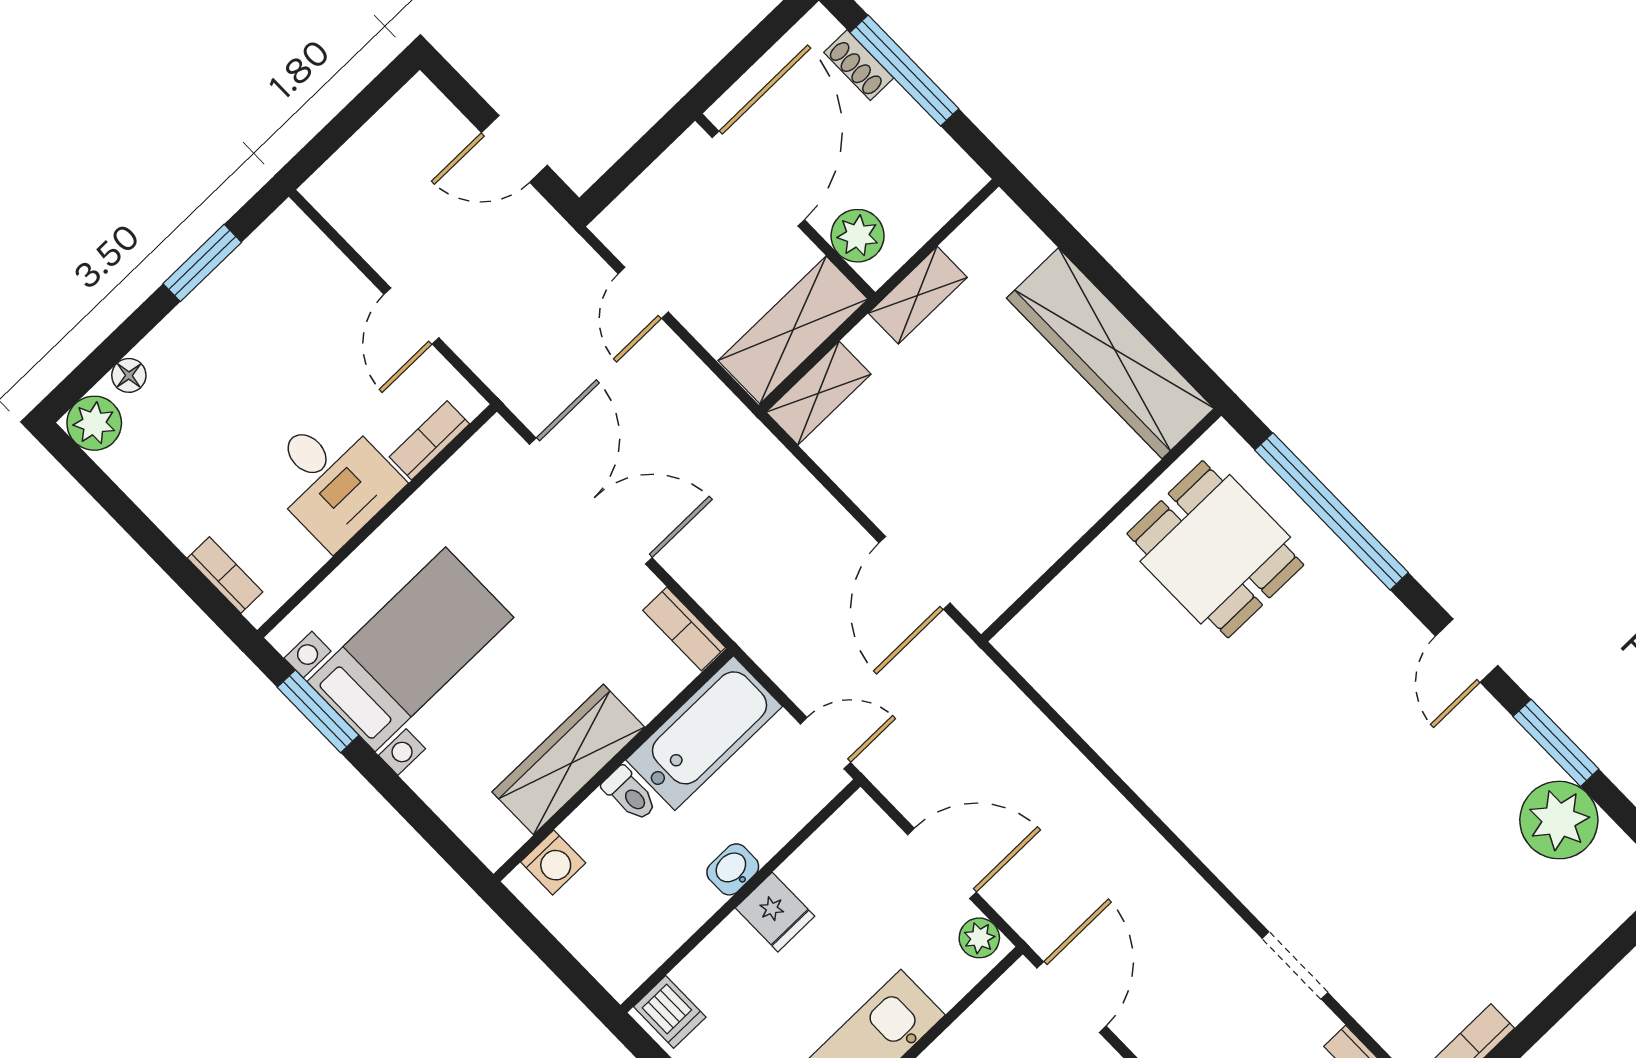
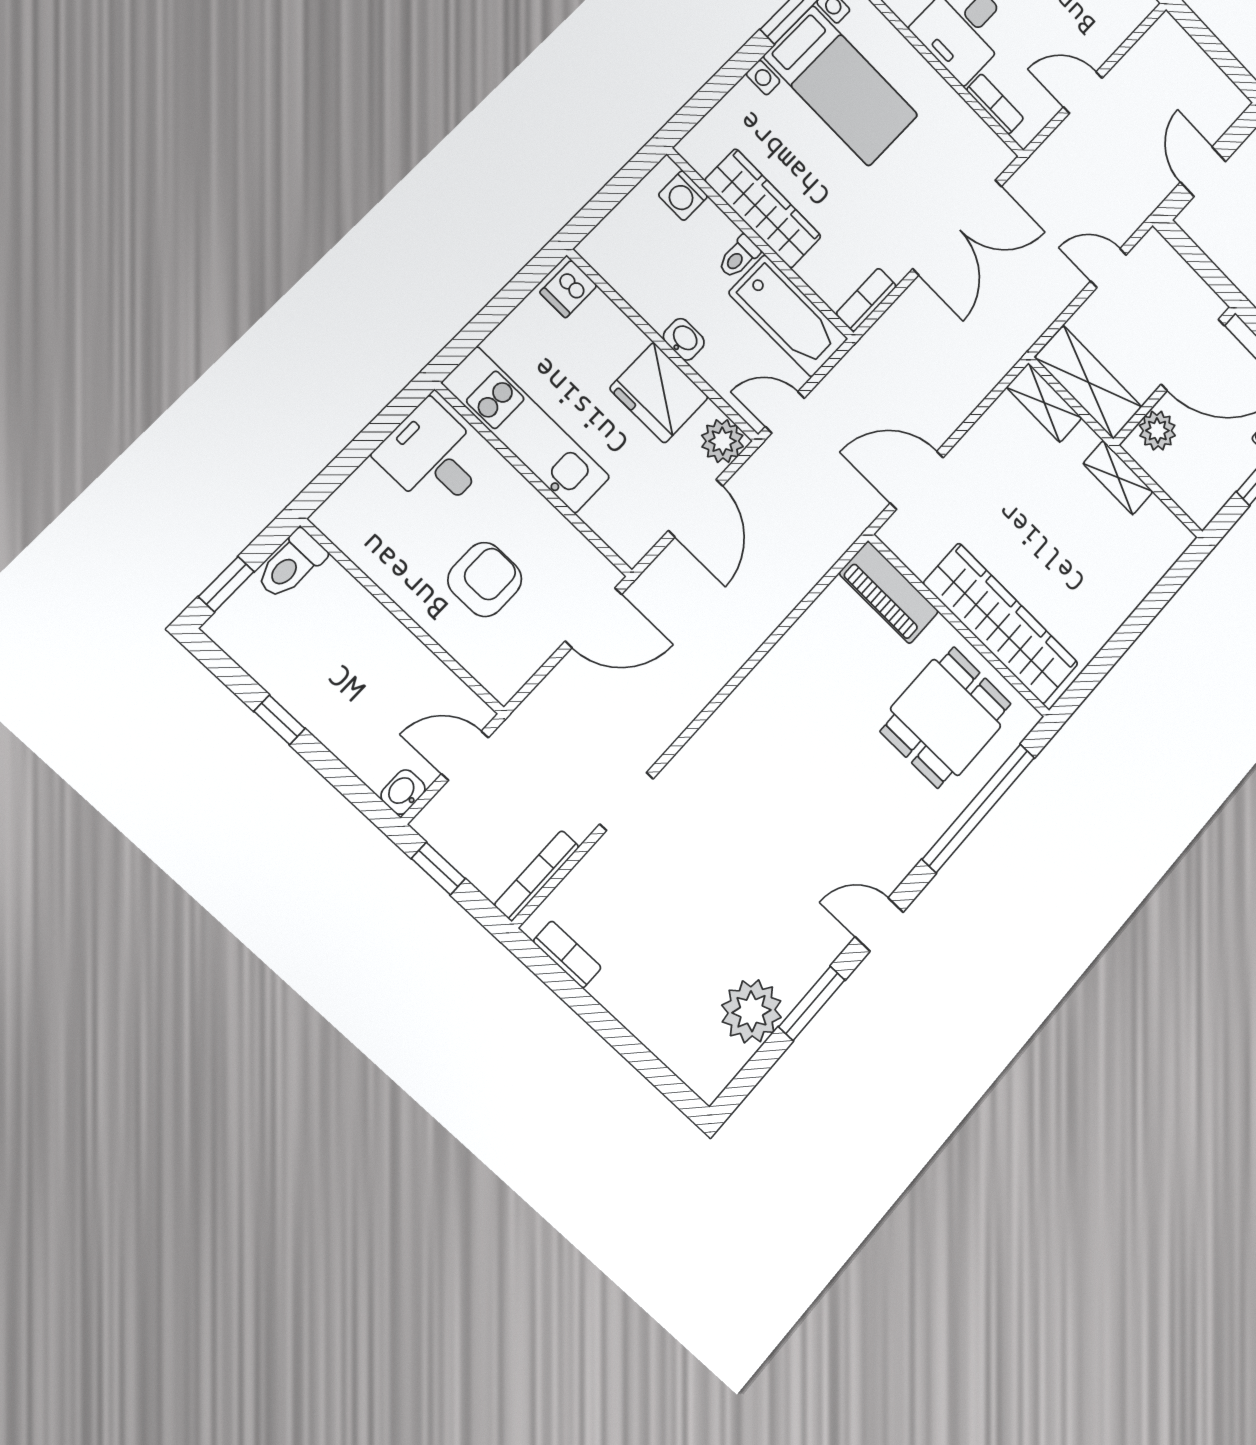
wardrobe: (1110, 353) -> (1001, 624), moved, turned 90
piano: (1055, 617) -> (889, 592), added
door: (825, 743) -> (785, 412), swing flipped
fridge: (775, 912) -> (659, 393), width x1.88, depth x1.34
plant: (979, 938) -> (722, 441), moved, width x1.38, depth x1.38

